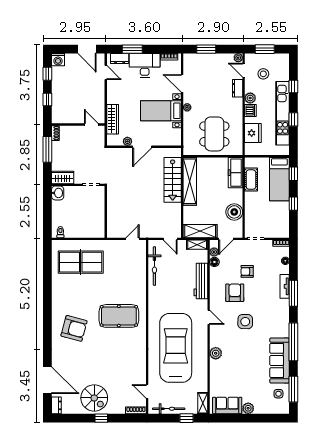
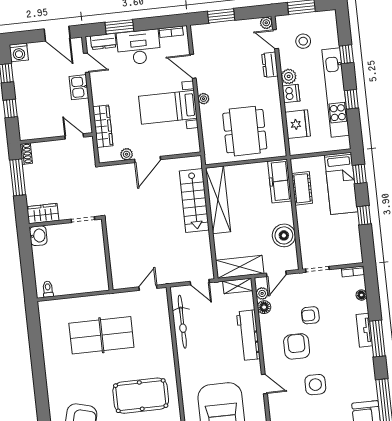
kitchen sink: (98, 89) -> (79, 87), added
table tennis table: (81, 262) -> (101, 335), moved

